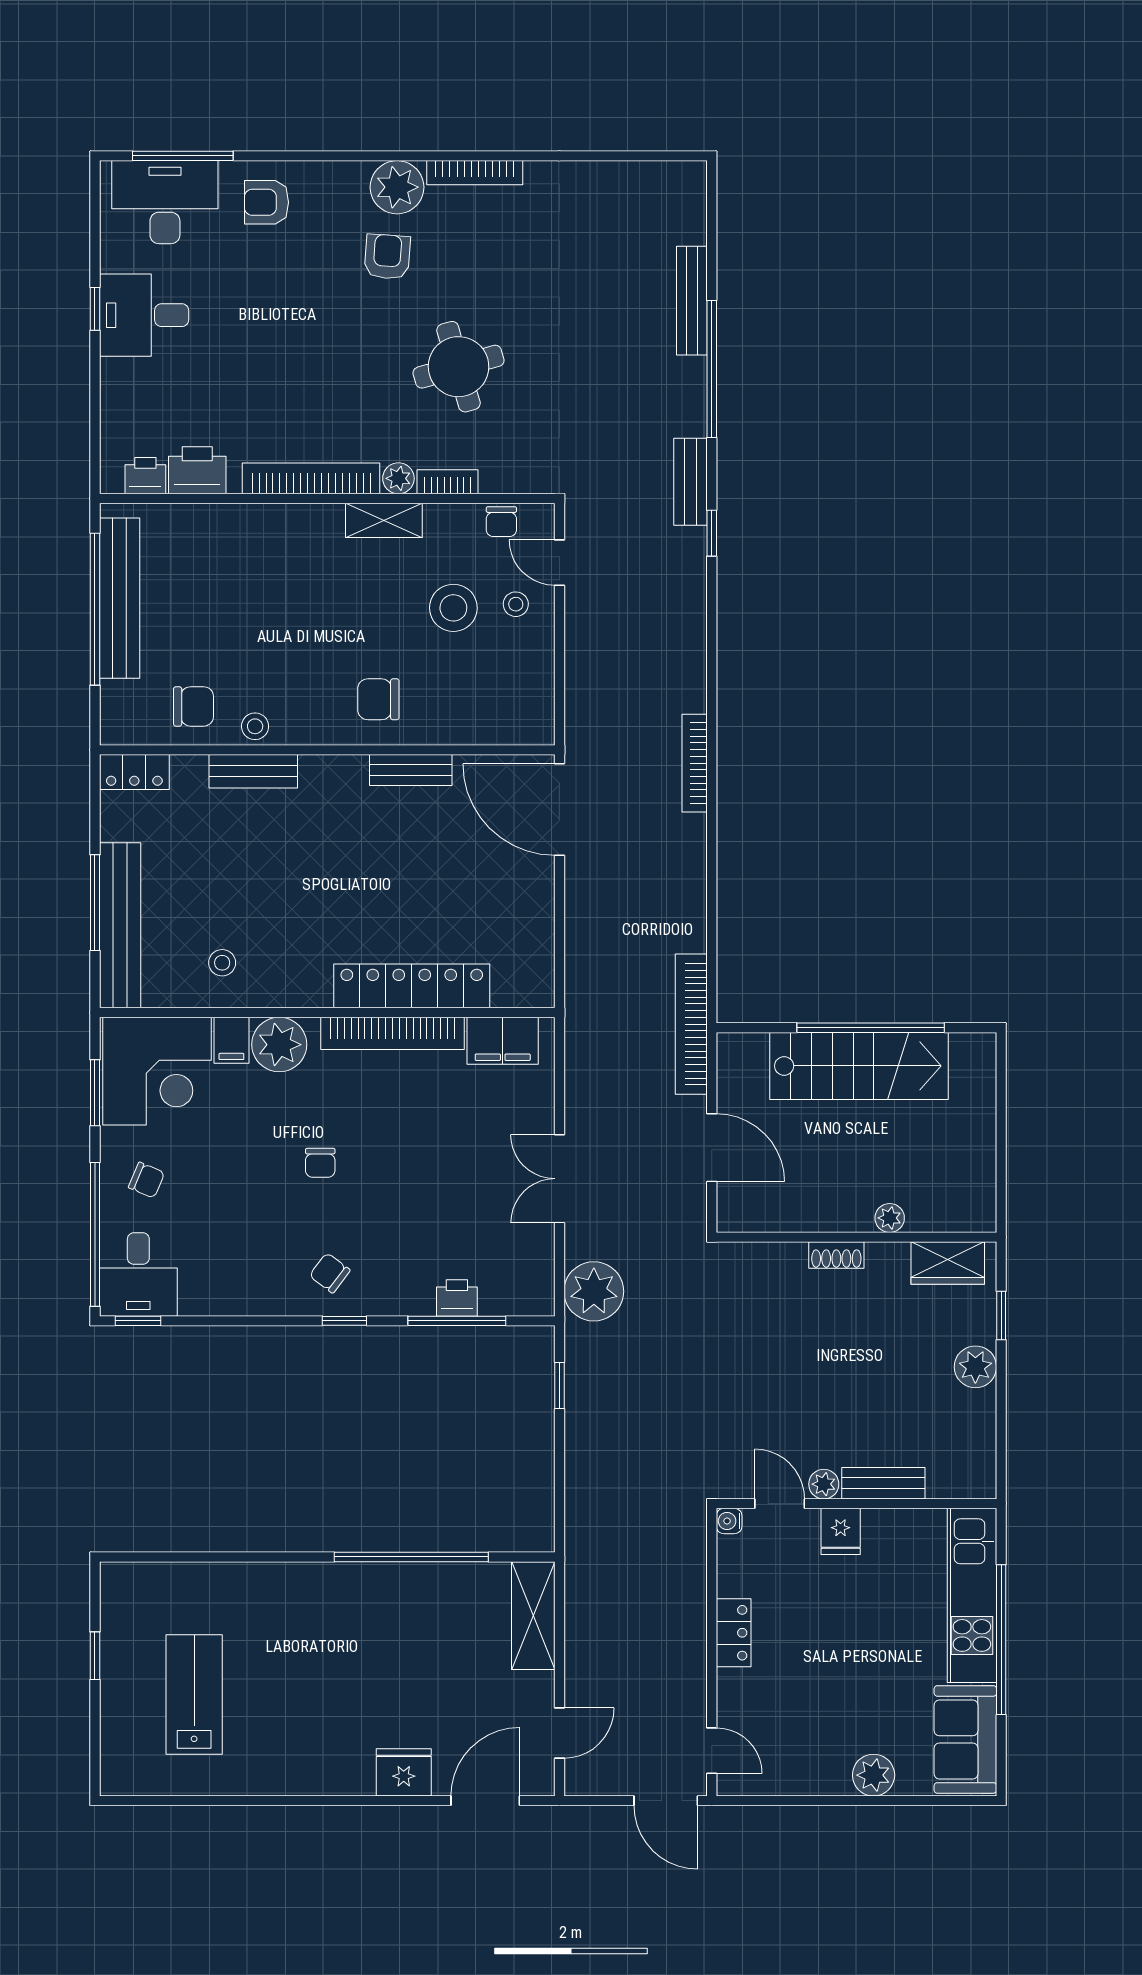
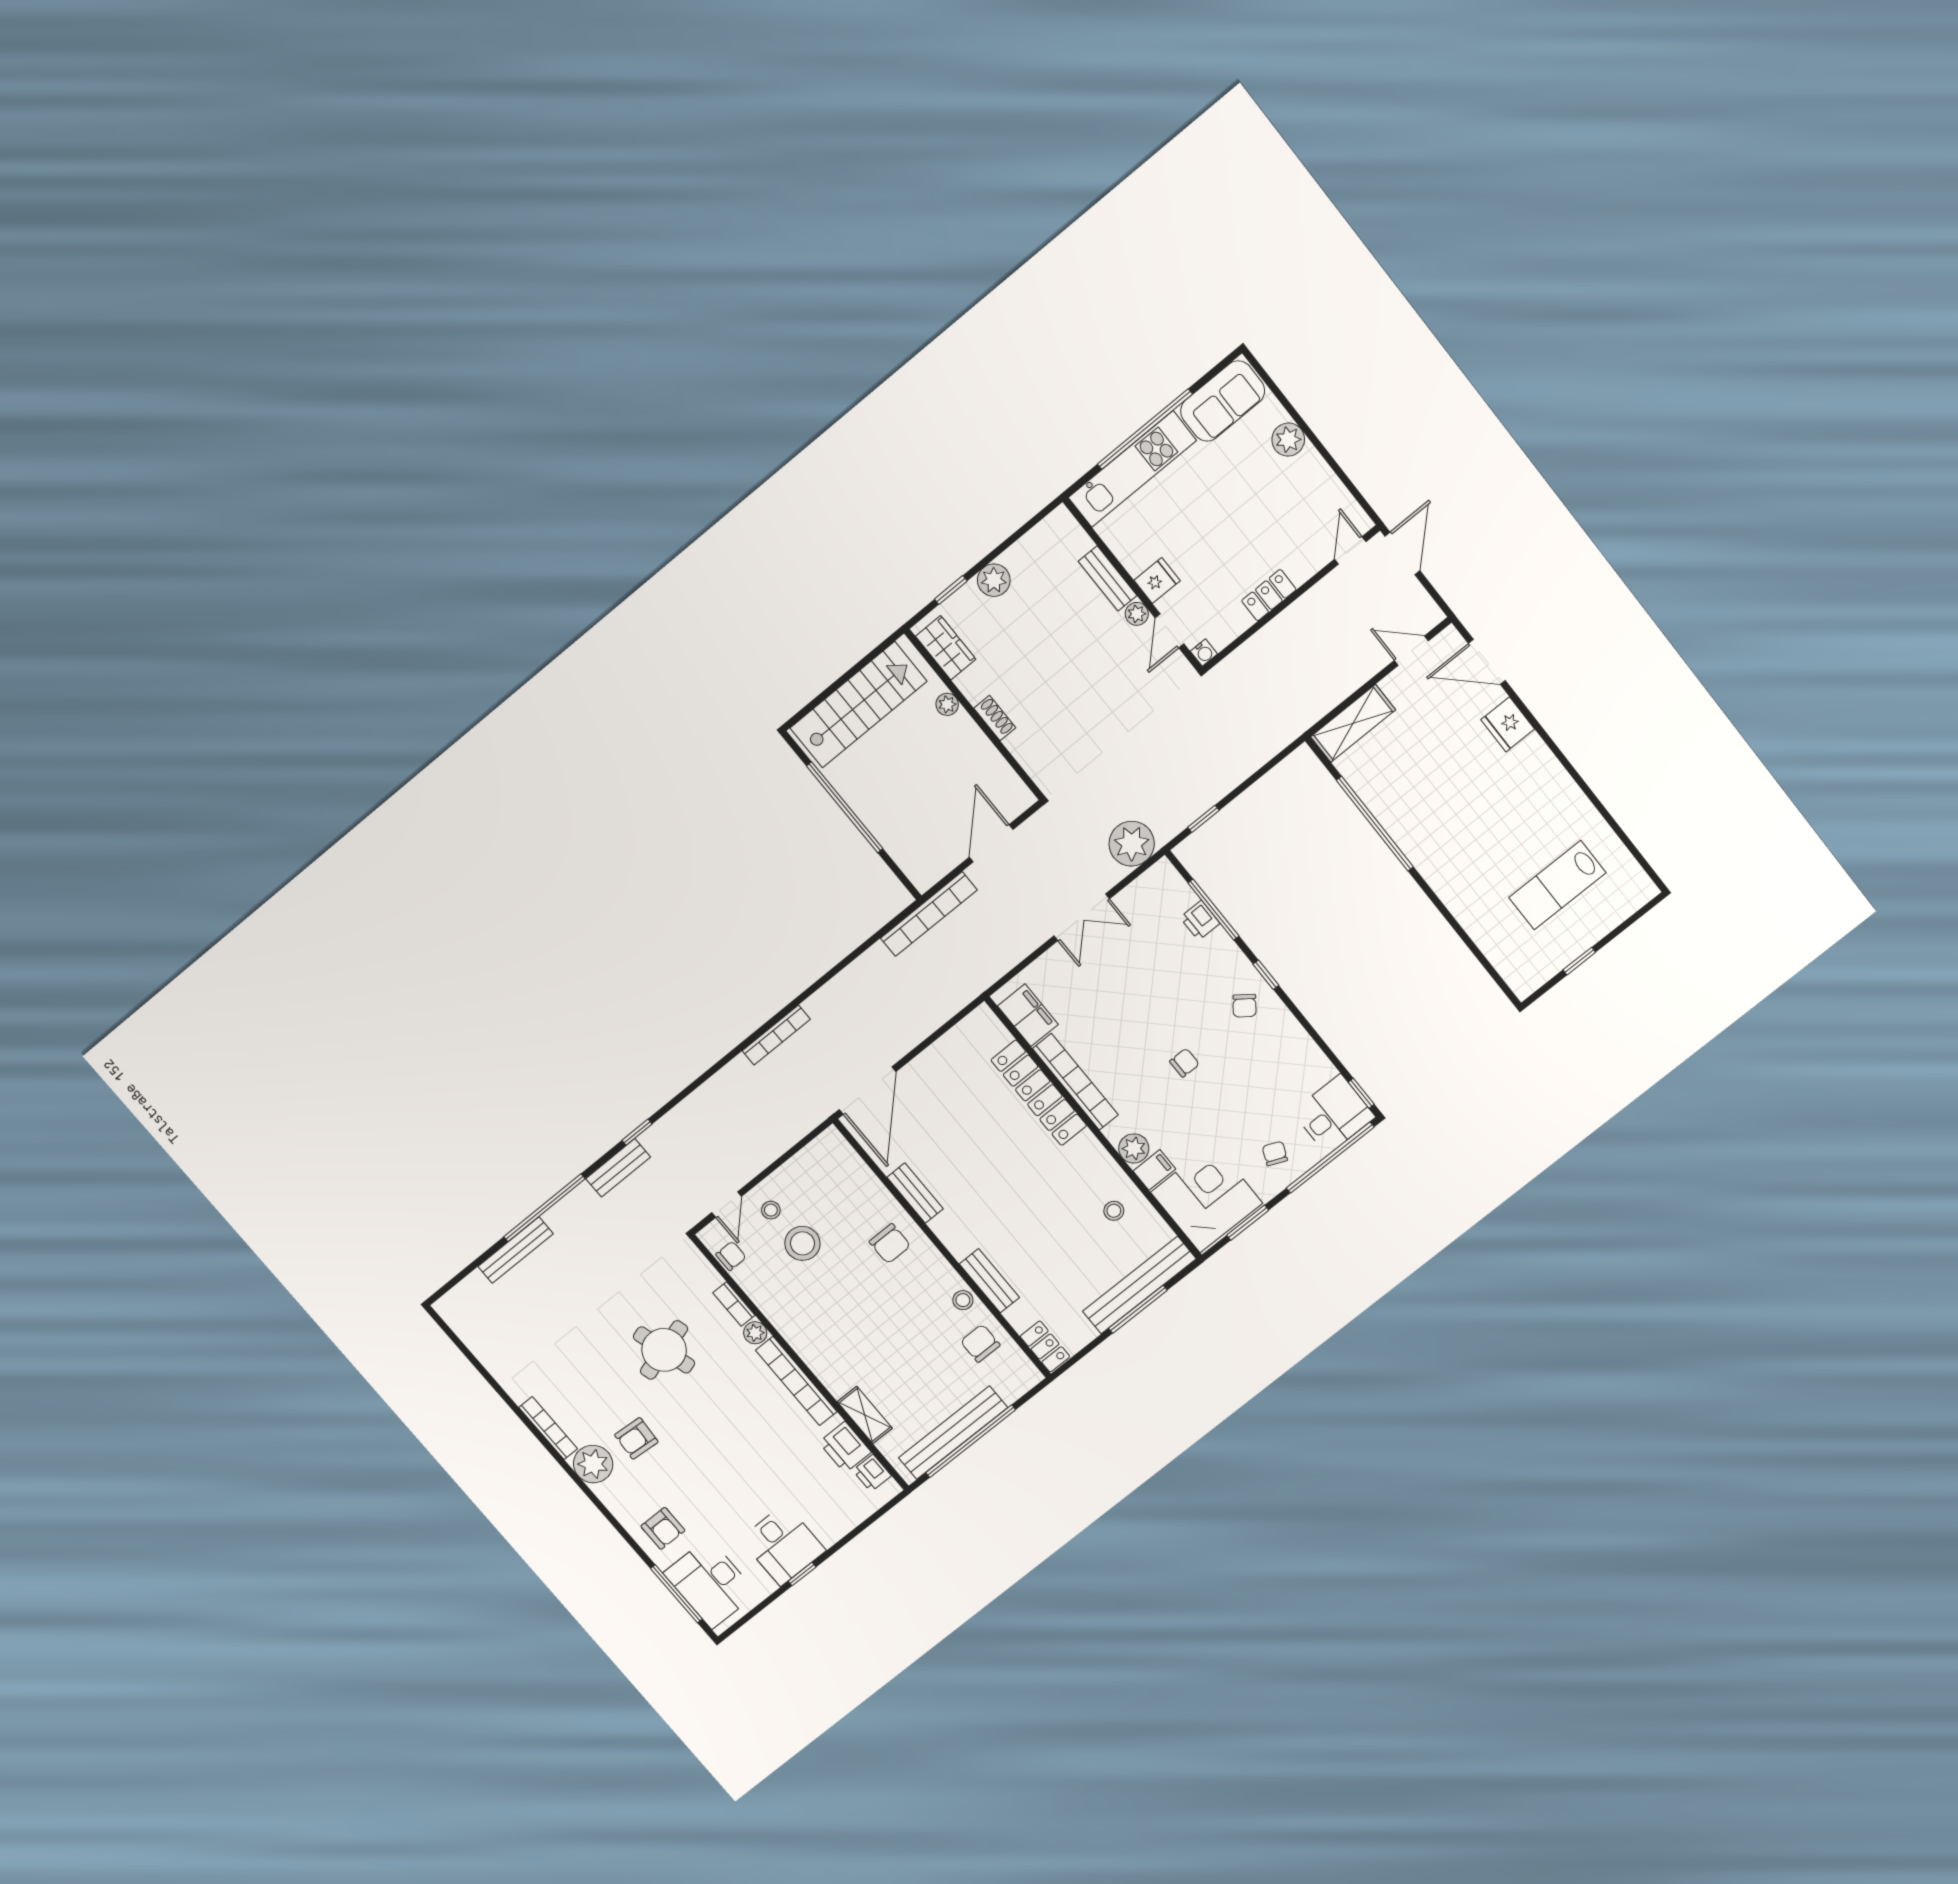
shelving: (384, 520) -> (865, 1415), moved
plant: (279, 1045) -> (1134, 1148), width x0.73, depth x0.73
stairs: (859, 1066) -> (858, 705), moved, turned 90

